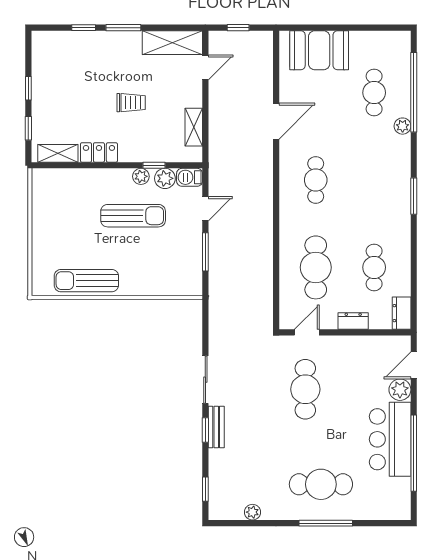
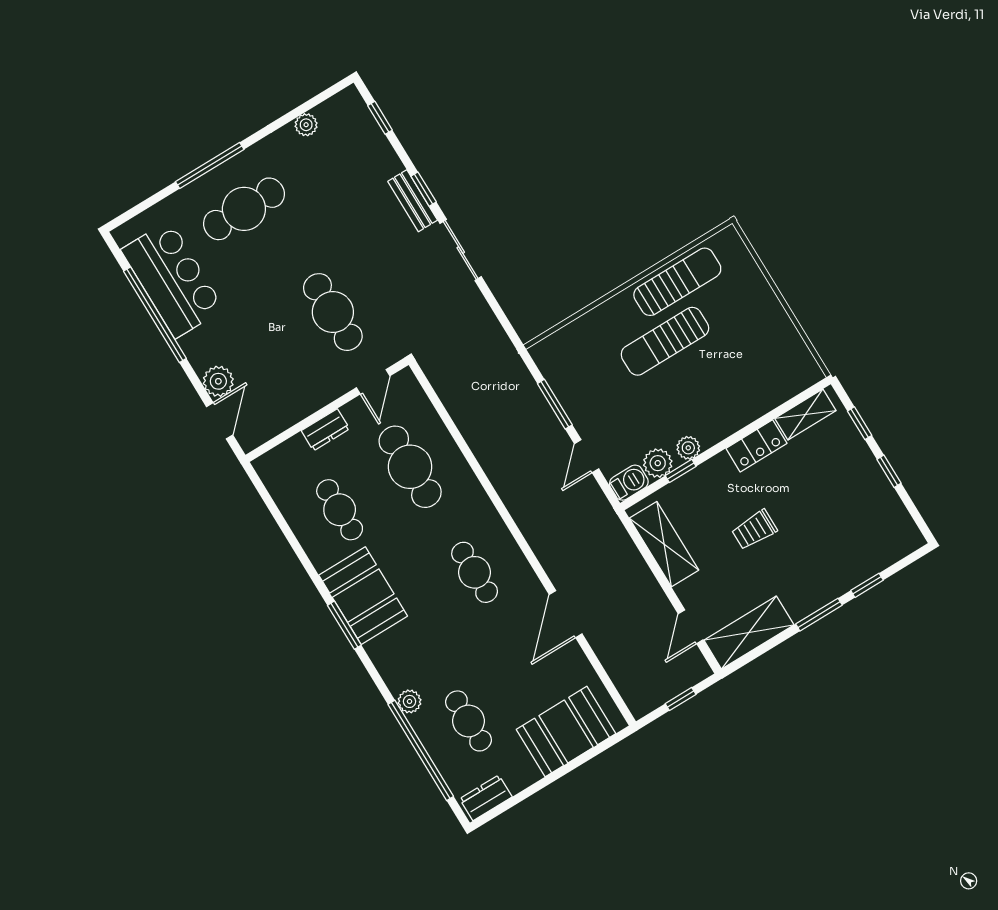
shelving: (194, 127) -> (664, 544), width x1.50, depth x1.33
booth: (391, 207) -> (363, 596), added
sun lounger: (133, 216) -> (665, 341), moved
dresser: (402, 313) -> (486, 798), moved, turned -90
bar counter: (390, 439) -> (172, 279), moved

